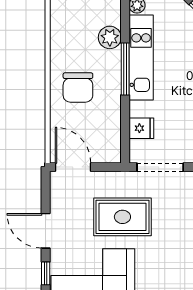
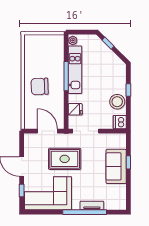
plant: (110, 37) -> (57, 58), removed
chair: (78, 87) -> (40, 86), turned 88
door: (73, 167) -> (47, 131), moved

